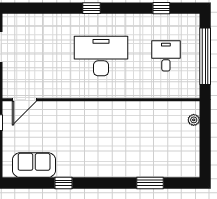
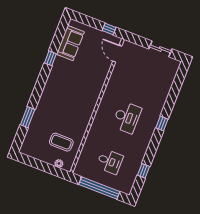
desk: (101, 56) -> (127, 117), width x0.73, depth x0.77
coffee table: (165, 127) -> (61, 142), added

